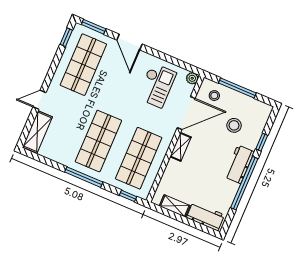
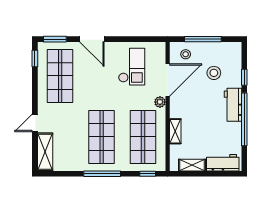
plant: (192, 78) -> (160, 102), moved
shelving: (181, 147) -> (175, 131), moved

